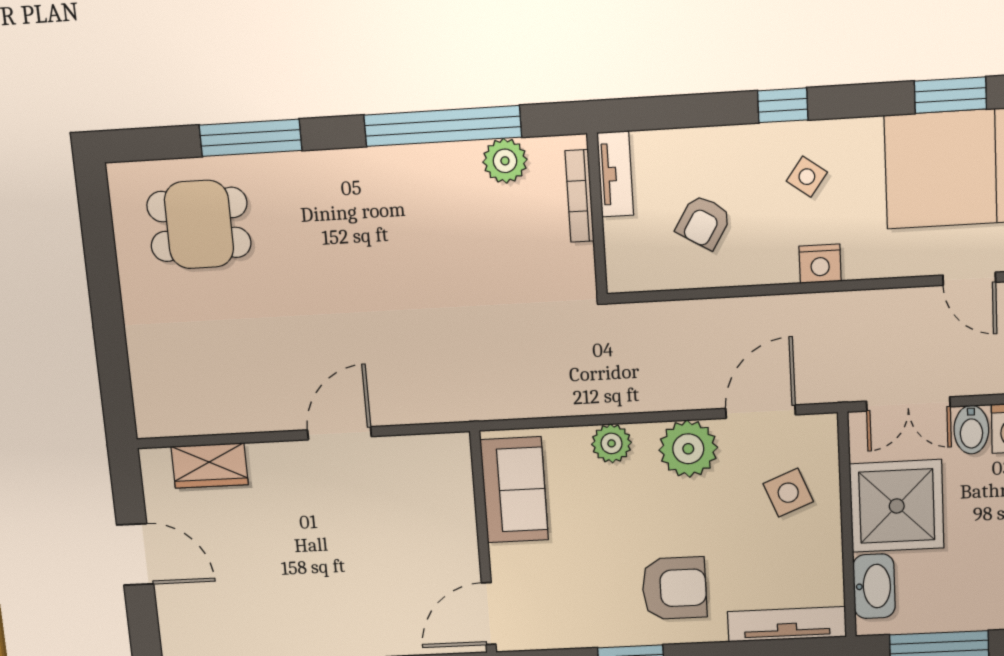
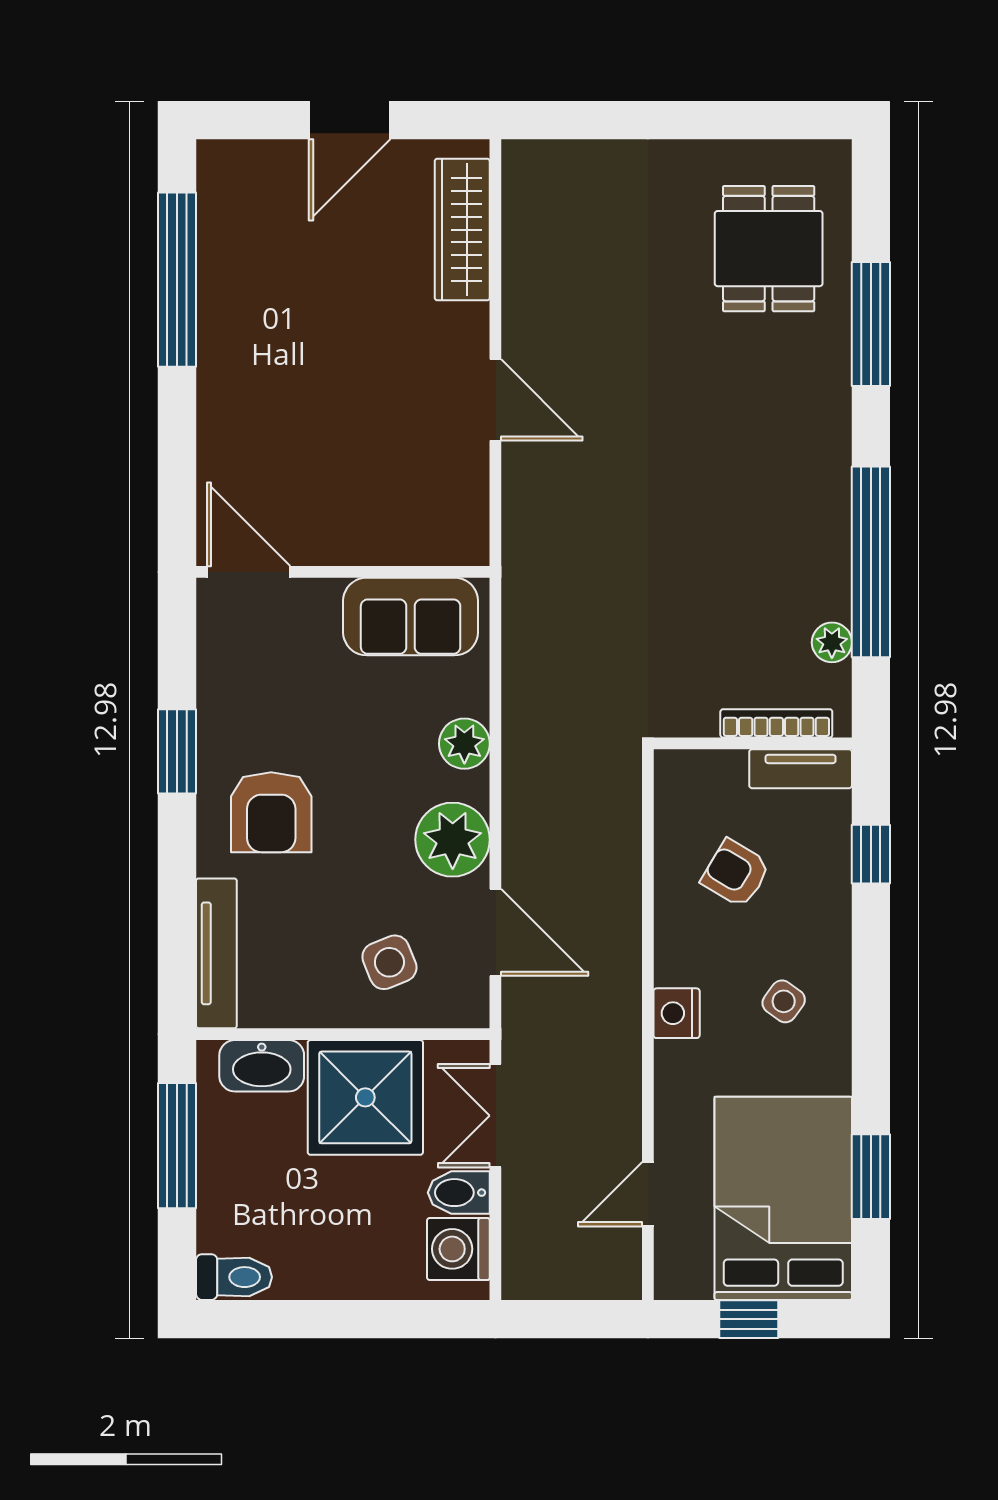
window: (783, 105) -> (871, 854), moved
plant: (505, 161) -> (832, 642), width x0.73, depth x0.73
wardrobe: (210, 465) -> (462, 230), width x1.50

